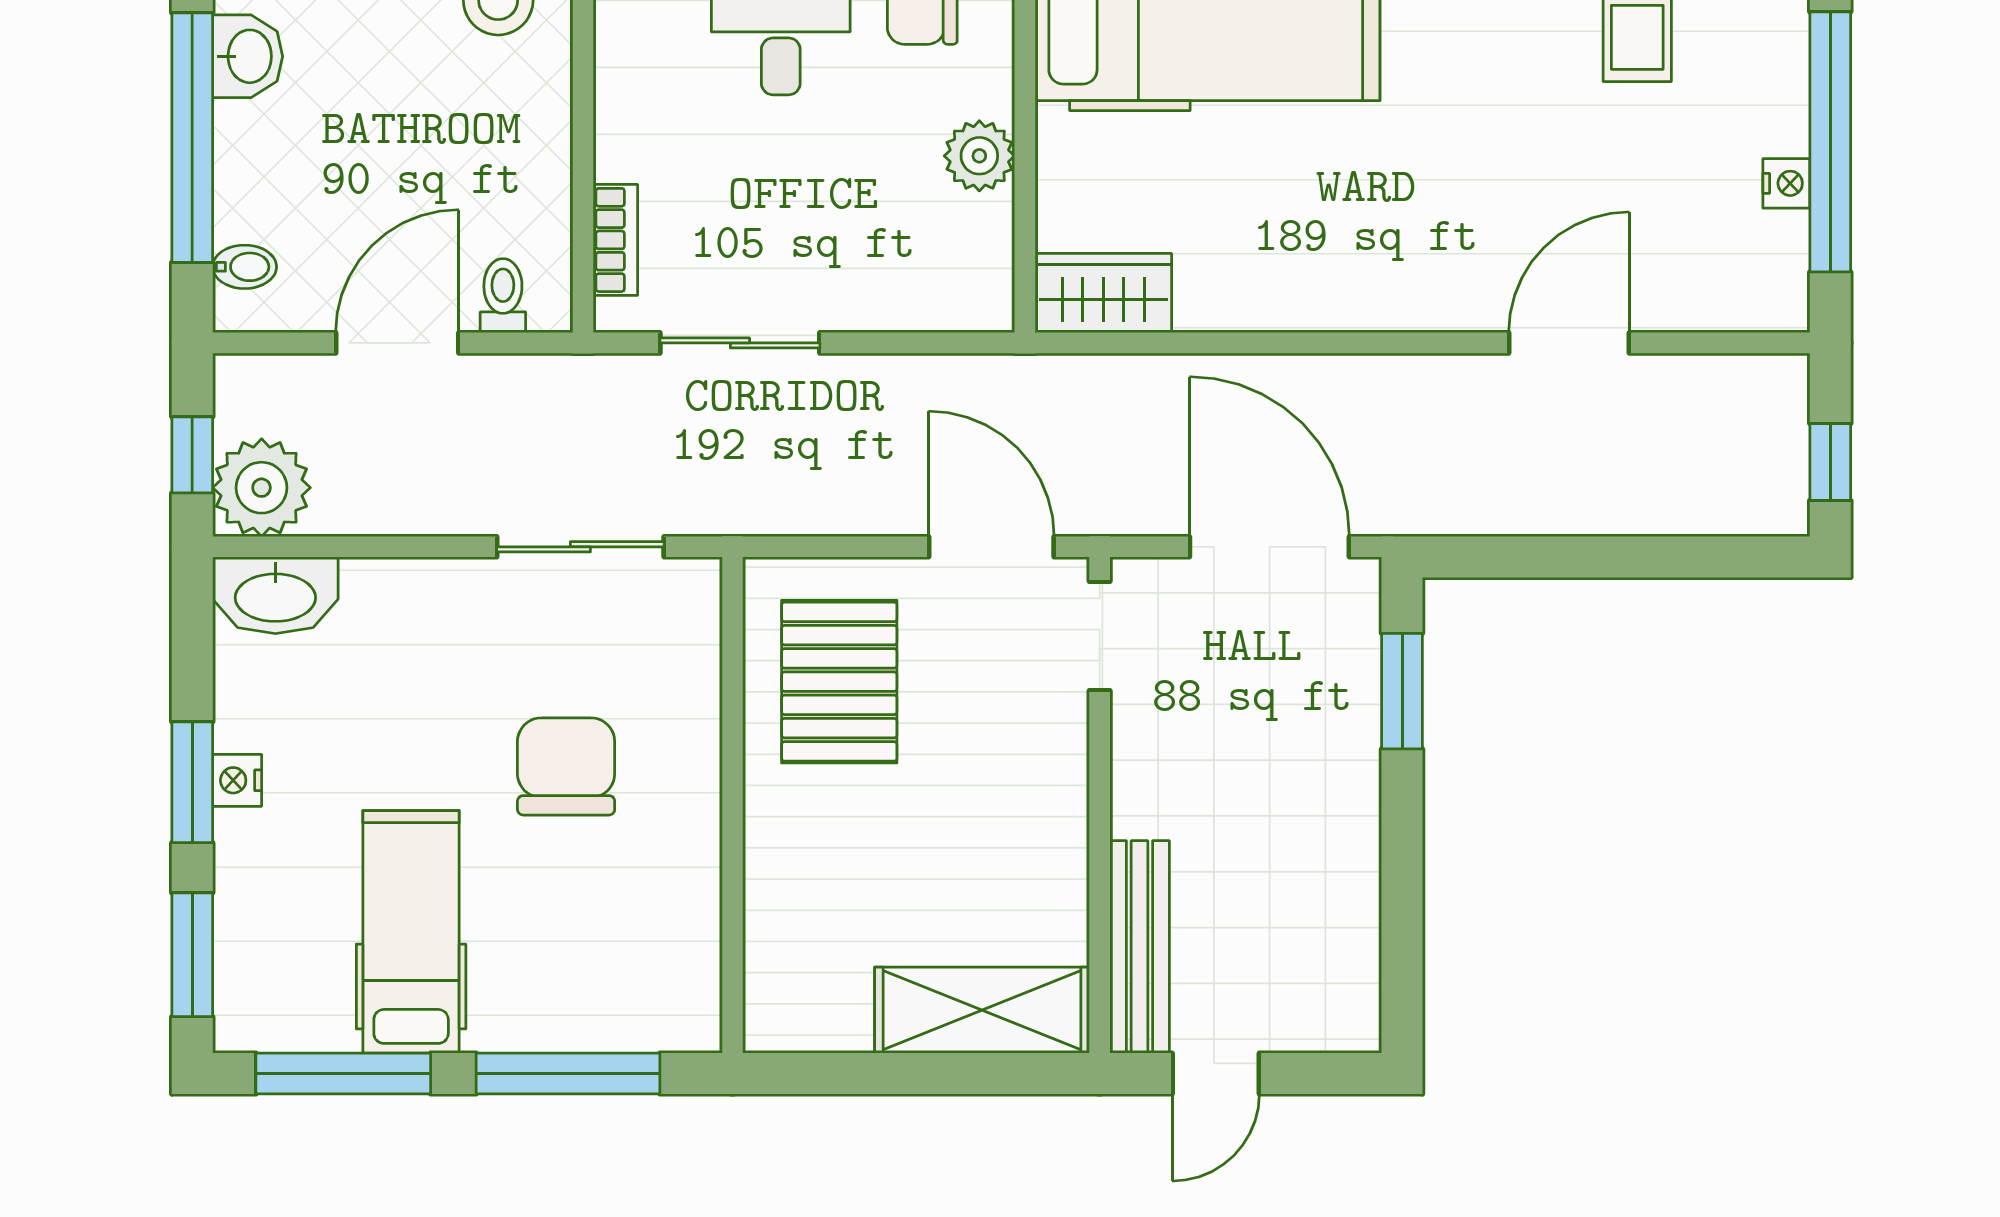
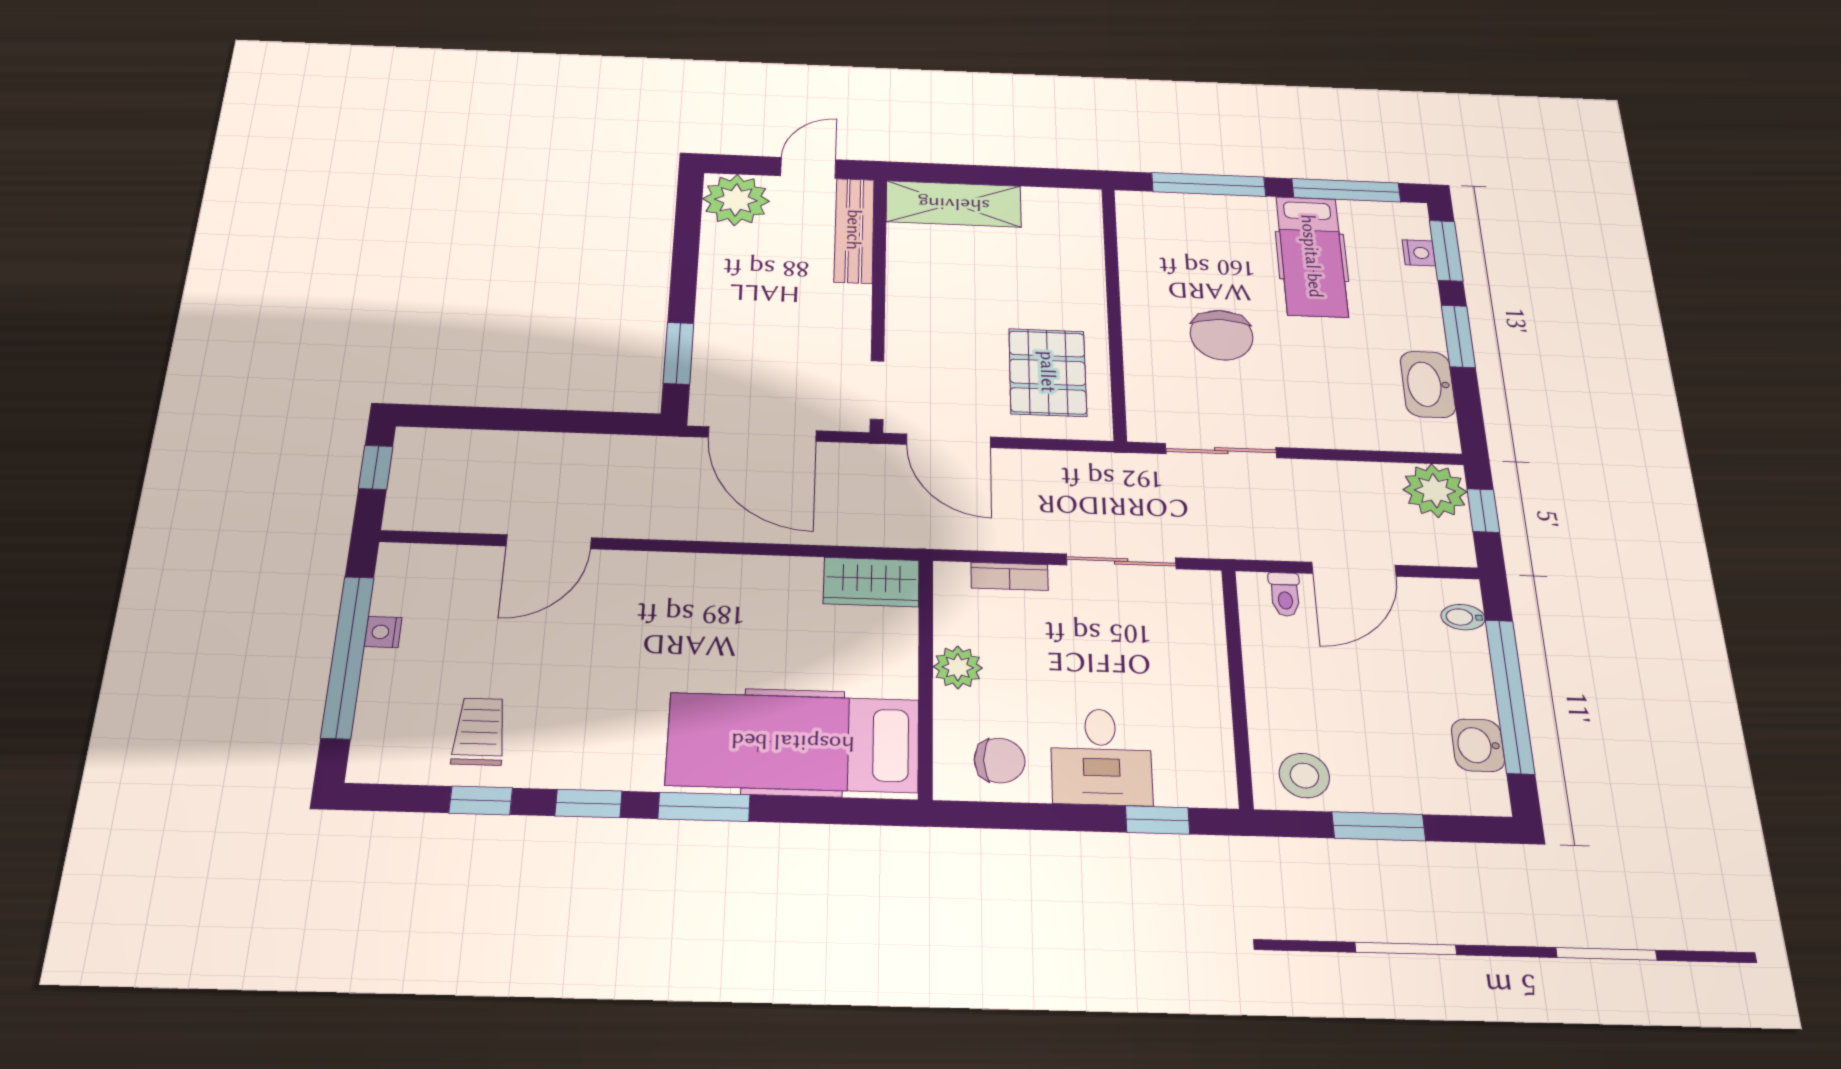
bookcase: (615, 240) -> (1009, 576), moved, turned -90
washbasin: (275, 595) -> (1428, 384), moved, turned -90
nightstand: (237, 780) -> (1419, 253), moved
plant: (1328, 1000) -> (736, 200), added

